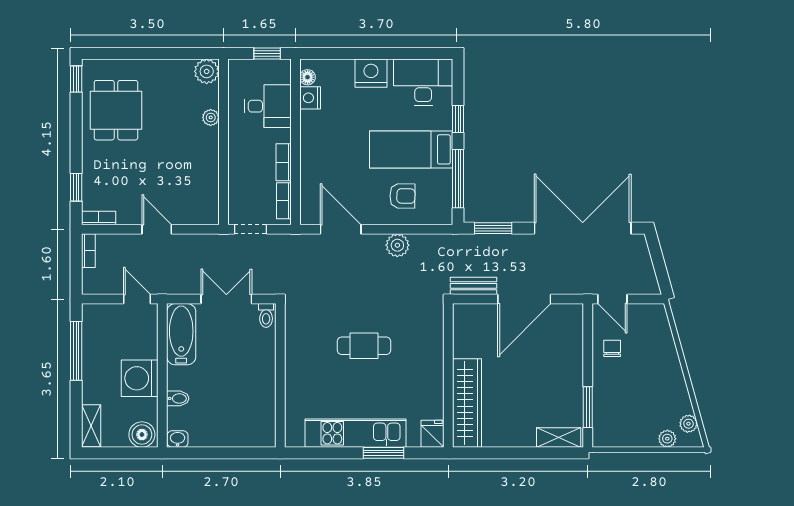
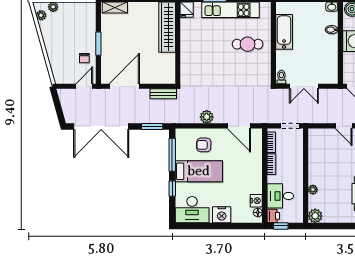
printer: (280, 71) -> (273, 216), added
door: (524, 299) -> (124, 86), moved
door: (612, 299) -> (84, 86), hinge flipped
bathtub: (181, 334) -> (284, 32), moved, turned 180
cafe table: (364, 346) -> (248, 44), moved
window: (588, 407) -> (98, 44), moved

